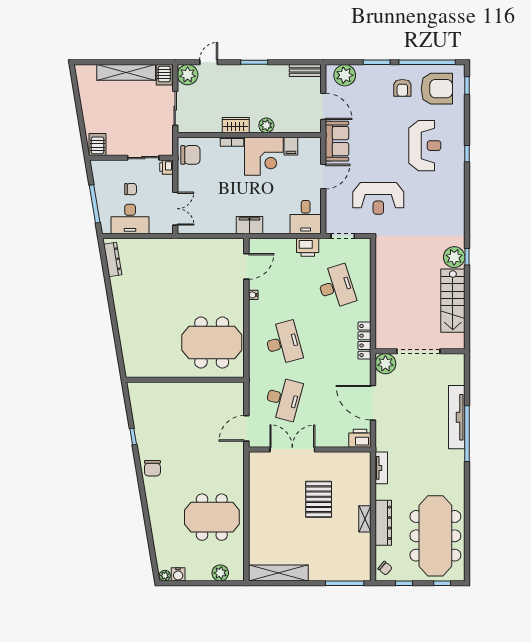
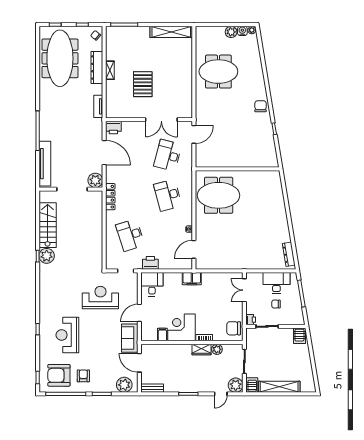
plant: (266, 125) -> (217, 349), moved
tv unit: (457, 417) -> (45, 164), moved
plant: (220, 573) -> (231, 32), moved

